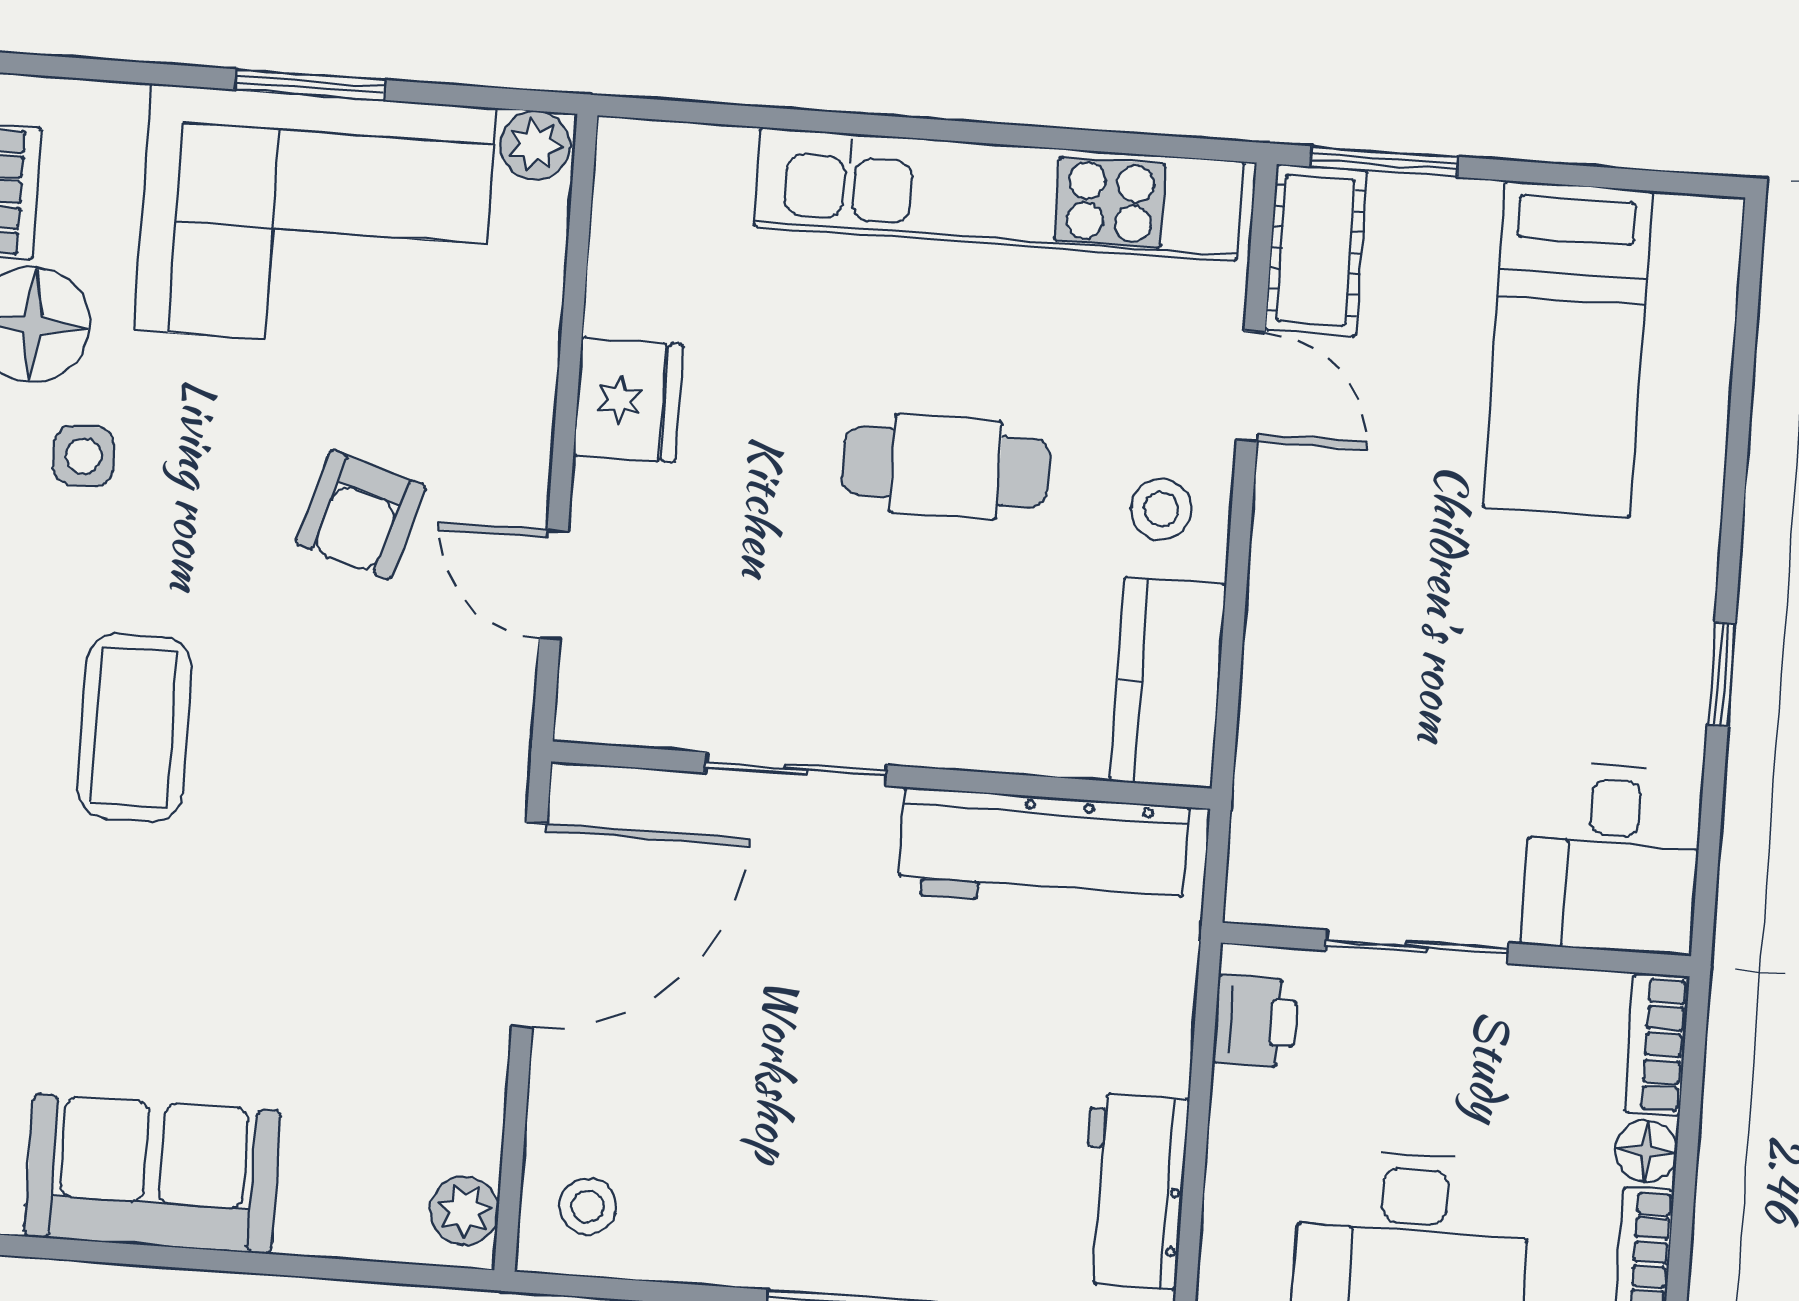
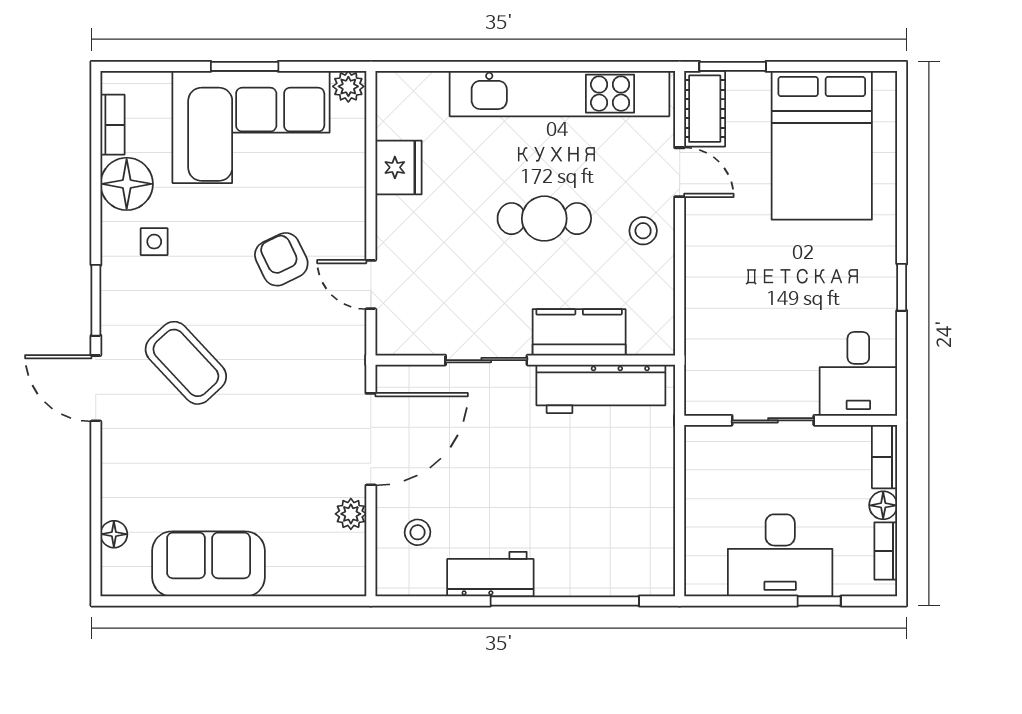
bed: (1568, 349) -> (822, 145), width x1.50
fridge: (628, 400) -> (399, 167), moved
armchair: (361, 515) -> (281, 259), turned 137
kitchen counter: (1168, 683) -> (579, 332), moved, turned 90
coffee table: (134, 728) -> (186, 363), turned -43
printer: (1255, 1021) -> (702, 459), removed
workbench: (1134, 1191) -> (490, 574), moved, turned 90
stool: (588, 1207) -> (418, 532), moved
plant: (465, 1211) -> (351, 514), moved

